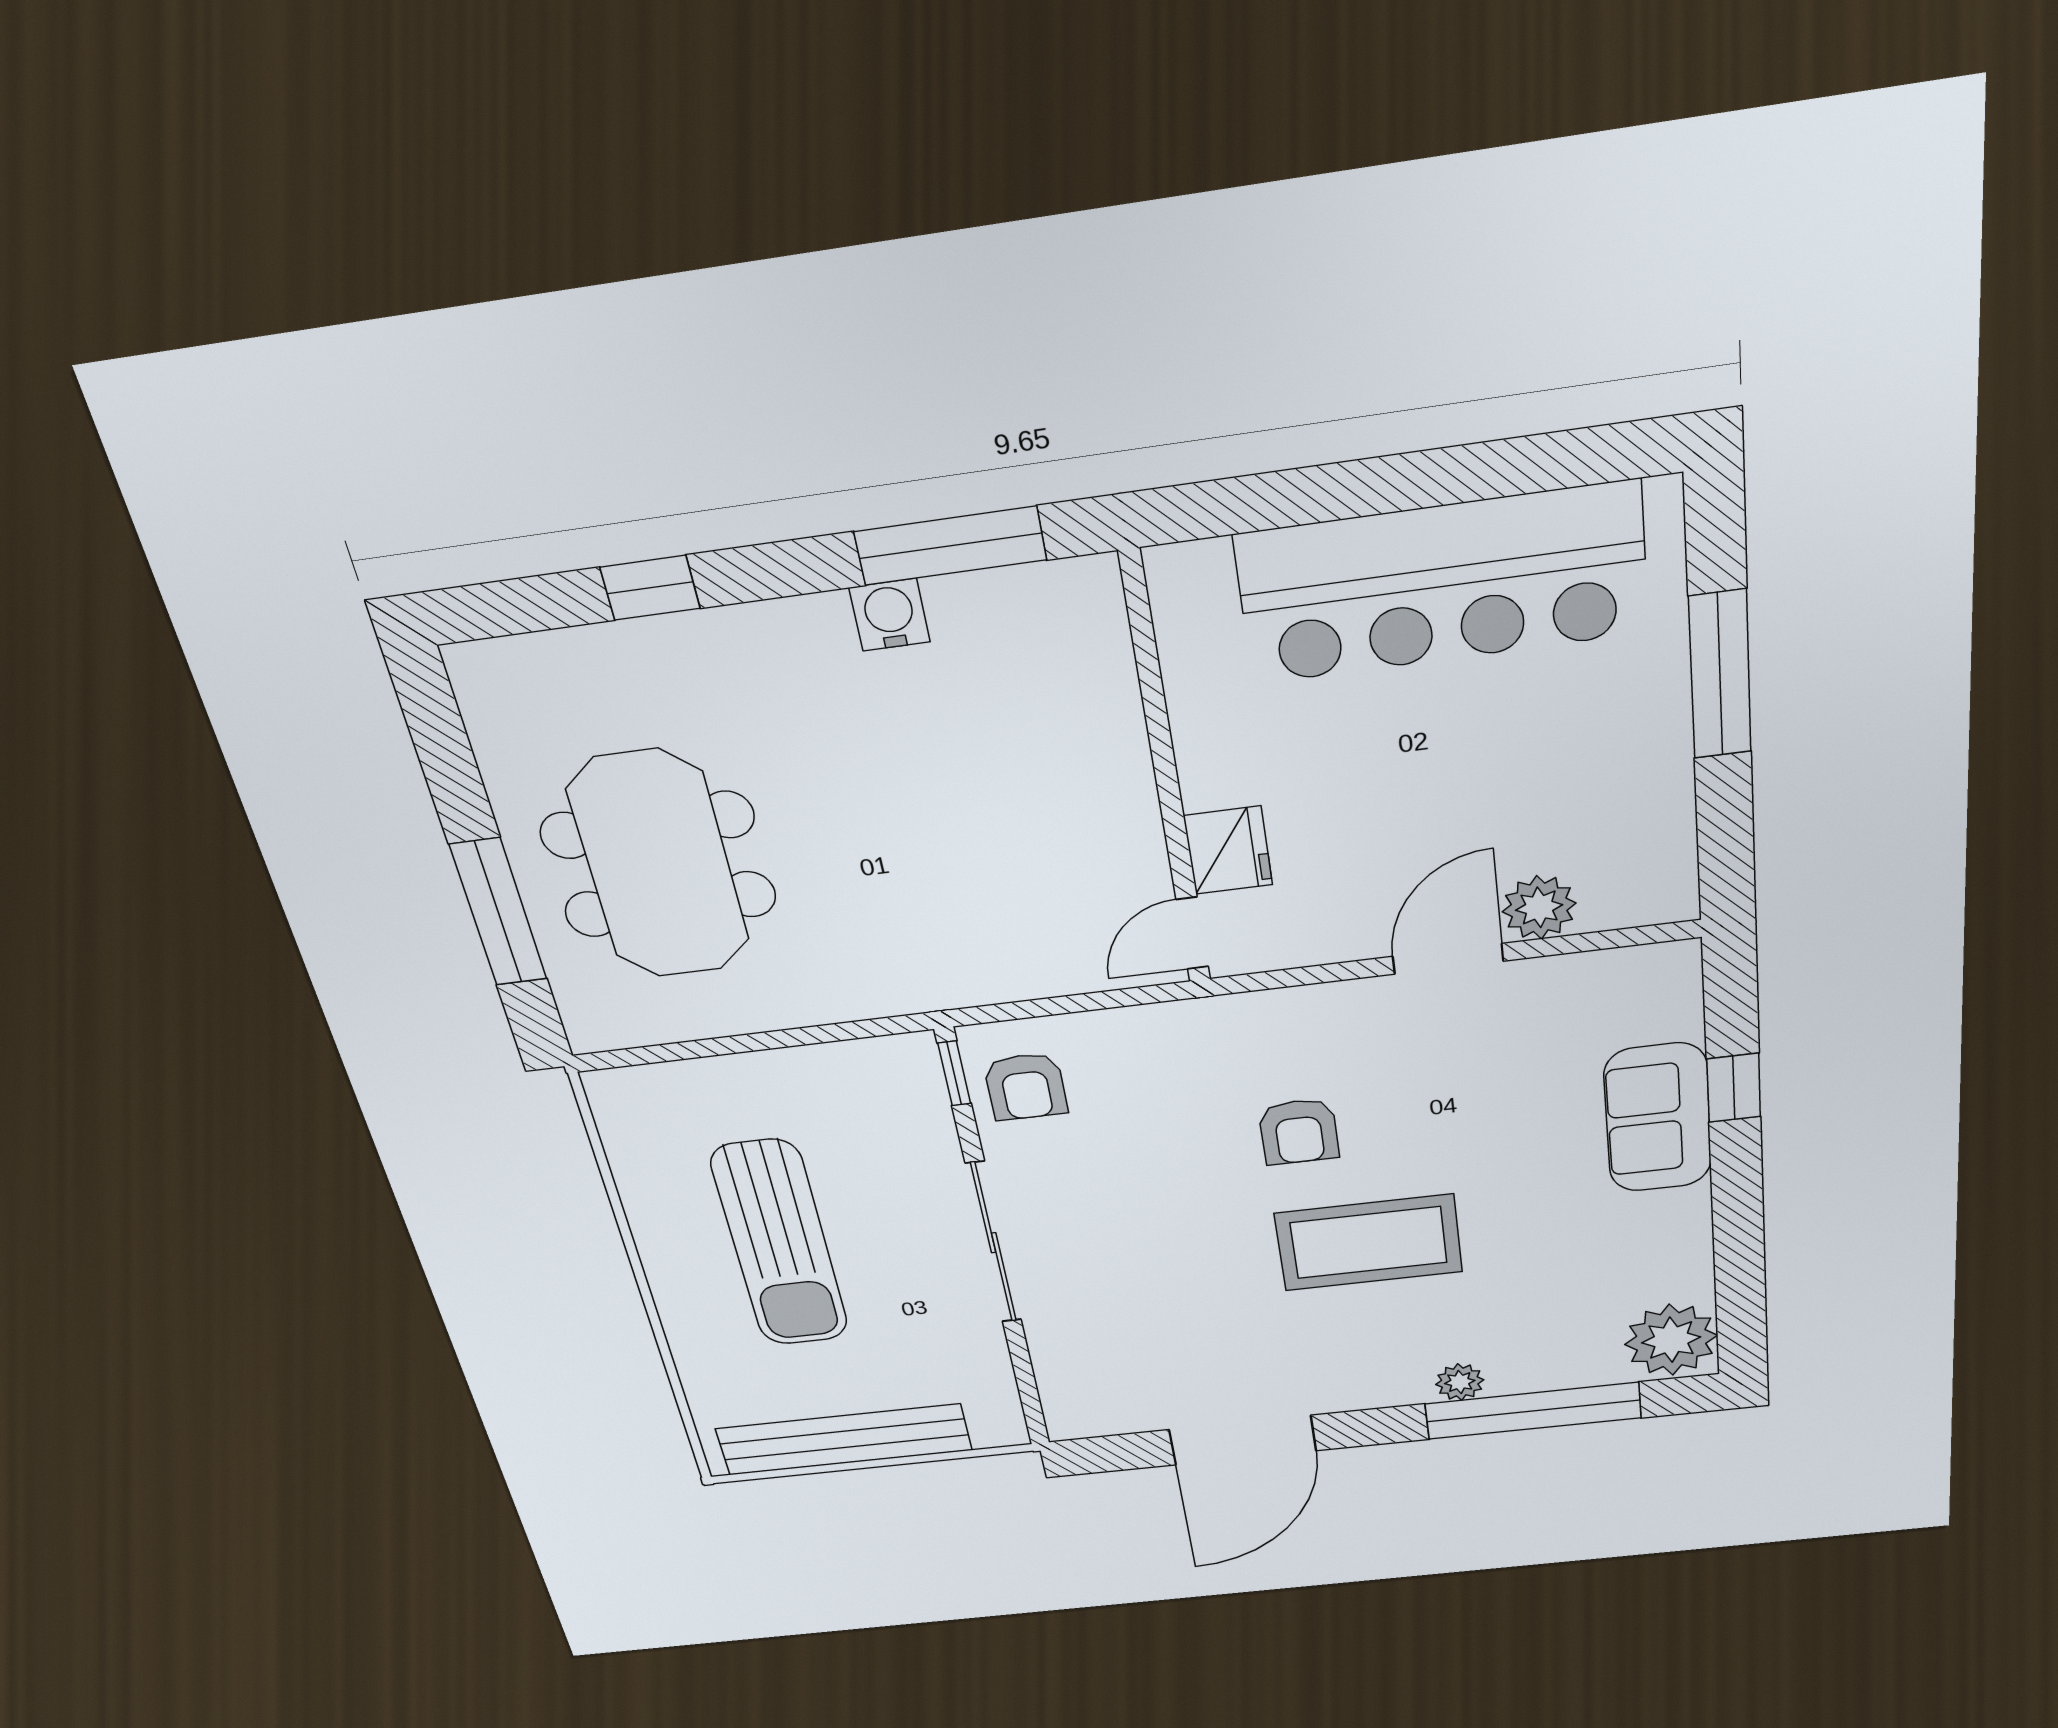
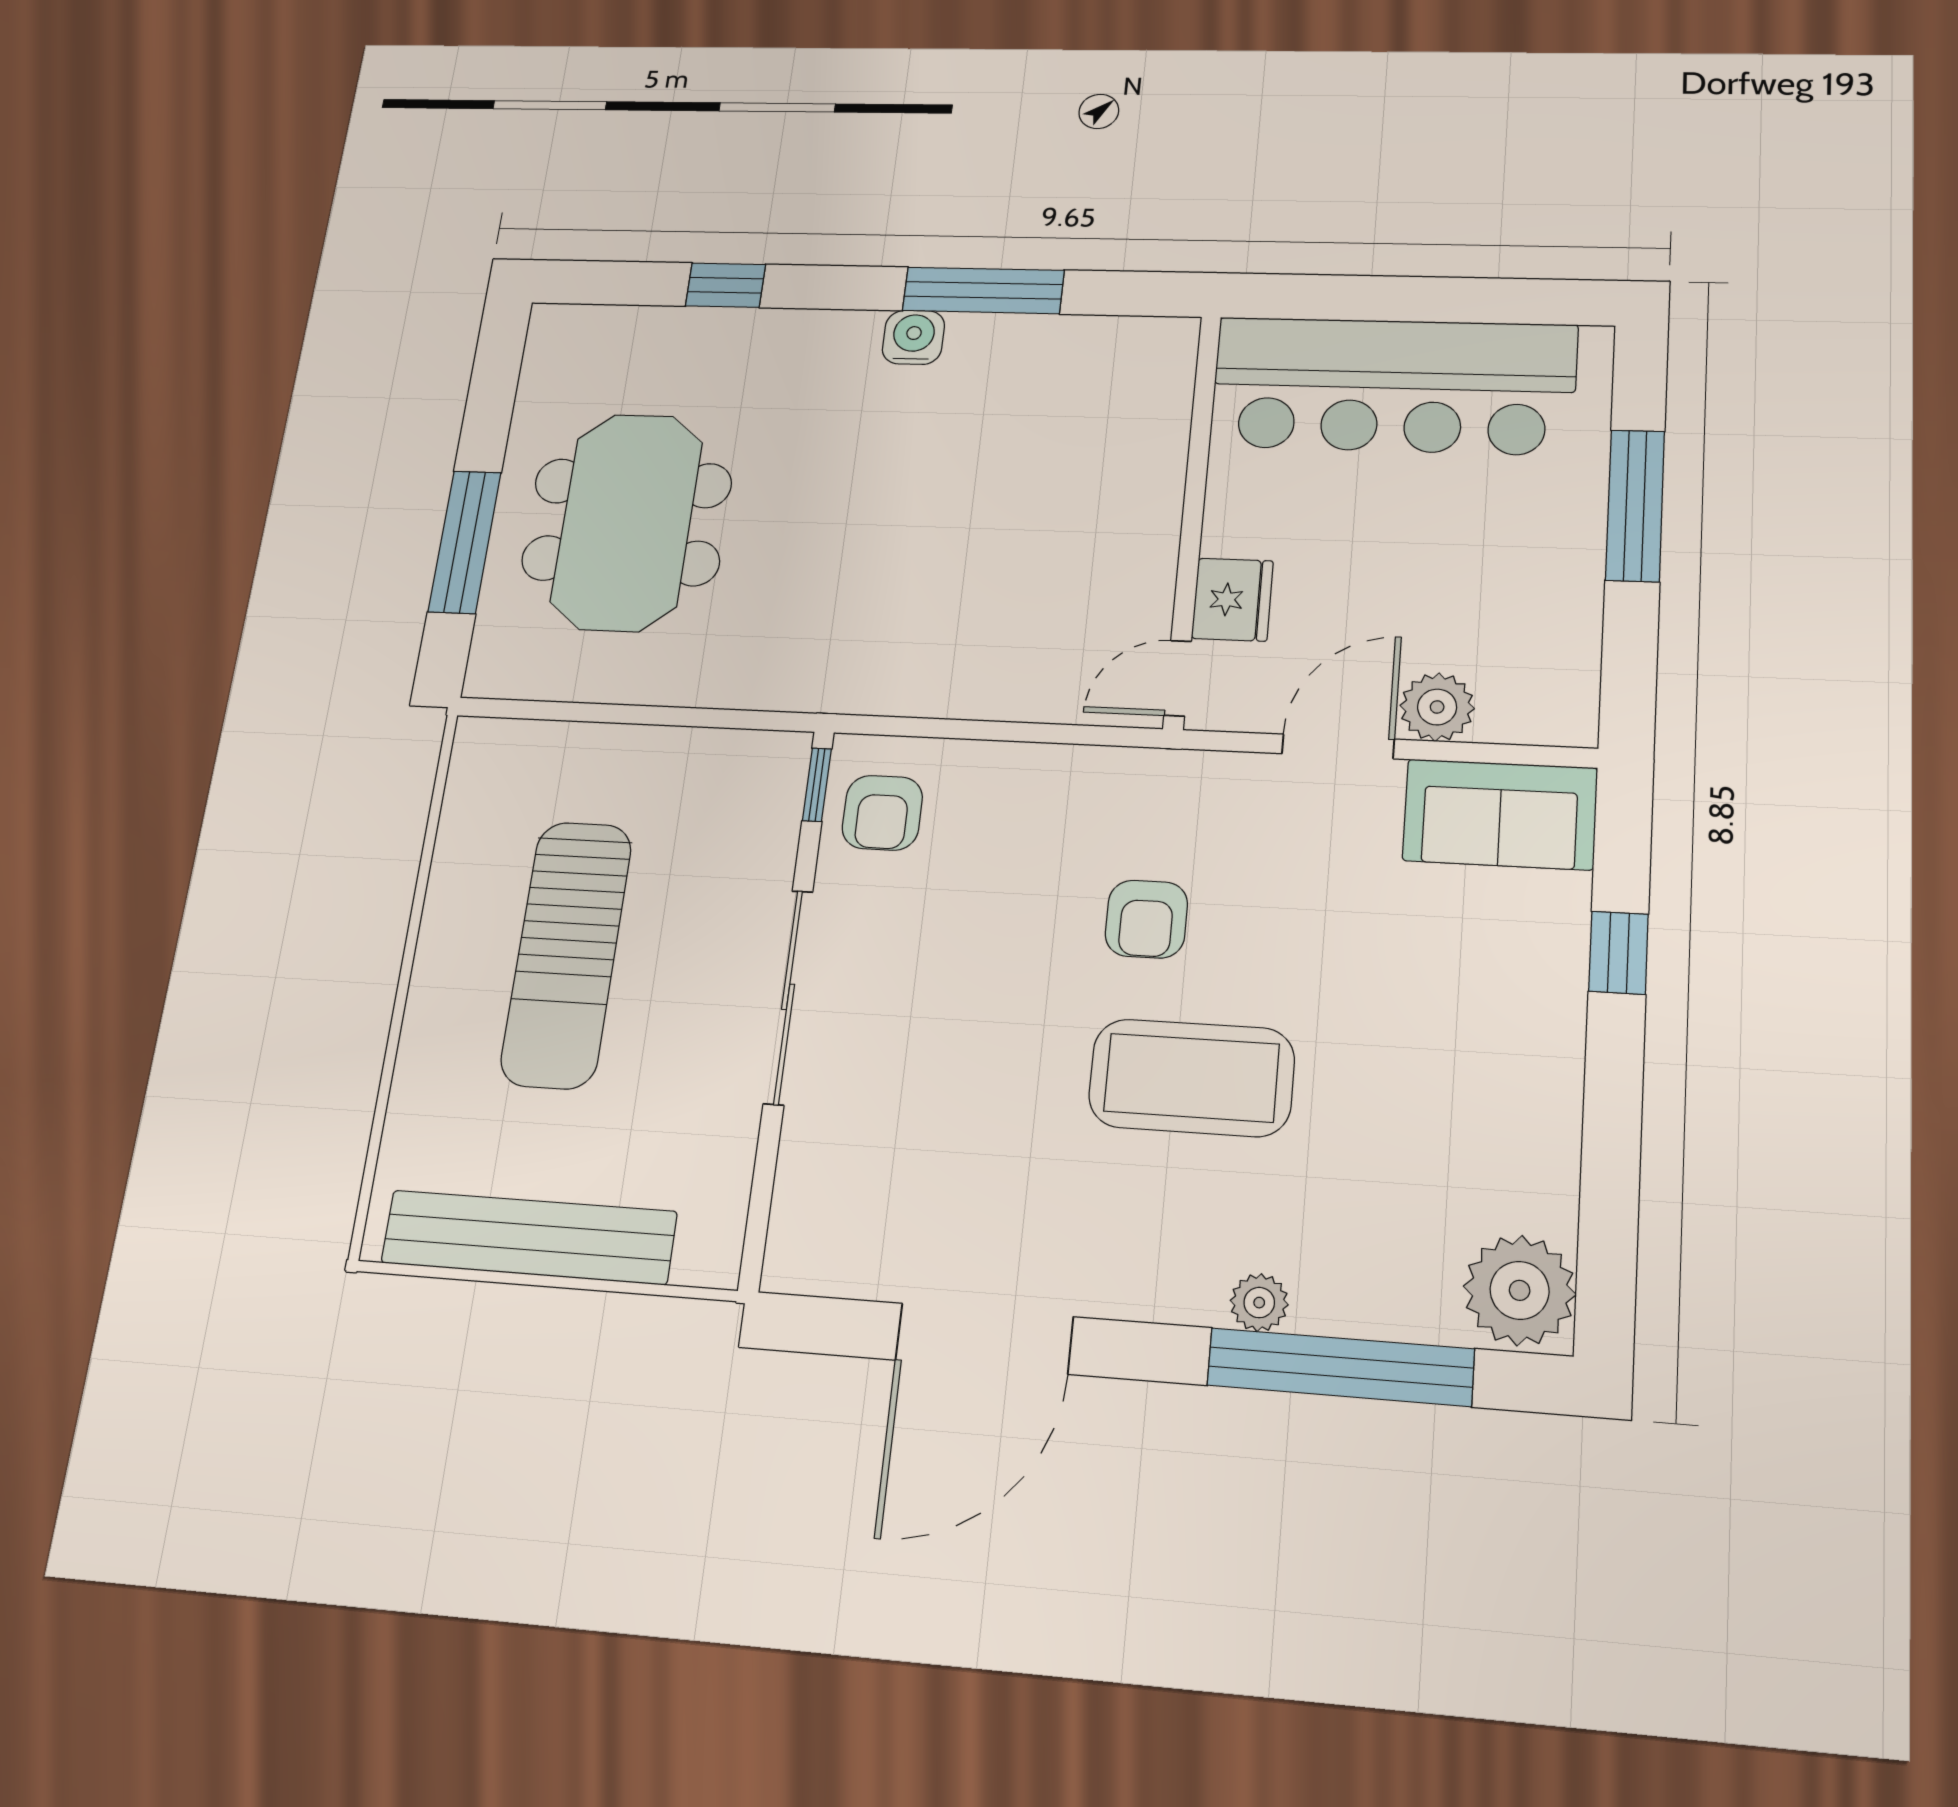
wall: (1166, 775) -> (1193, 518), moved
fridge: (1228, 850) -> (1232, 600), moved
door: (1192, 933) -> (1178, 678), moved
sofa: (1658, 1118) -> (1500, 814), moved, turned -90

